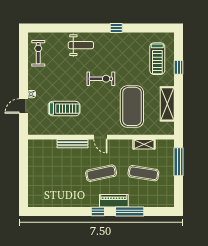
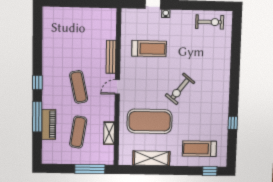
window: (116, 28) -> (233, 123), moved
weight bench: (81, 45) -> (217, 68), removed
window: (179, 67) -> (210, 171), moved
exercise bike: (101, 79) -> (180, 89), turned 38
treadmill: (64, 109) -> (149, 49), turned -90
piano: (114, 201) -> (49, 124), moved

